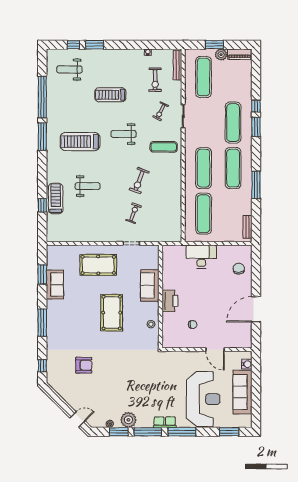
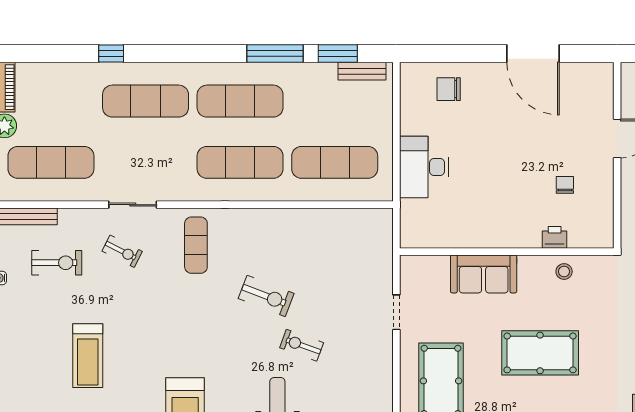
window: (256, 127) -> (338, 54), moved
weight bench: (124, 134) -> (169, 328), removed
exercise bike: (134, 213) -> (302, 345), moved
printer: (170, 301) -> (555, 237), moved, width x0.53, depth x0.68

